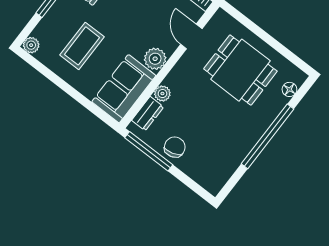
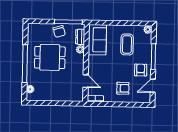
plant: (155, 59) -> (94, 61), removed
dining table: (240, 70) -> (50, 57), moved

